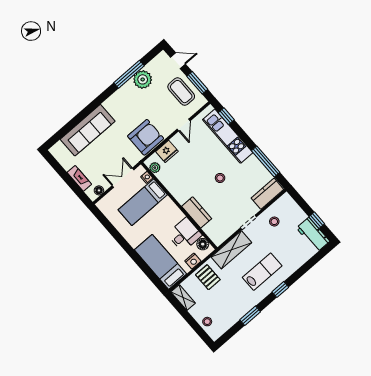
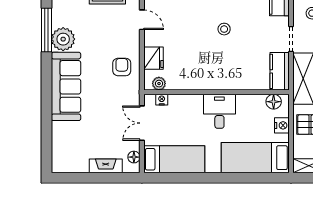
plant: (143, 79) -> (63, 39), moved
sofa: (88, 130) -> (66, 86), moved
armchair: (146, 137) -> (122, 67), width x0.53, depth x0.53
bed: (143, 202) -> (174, 159), moved, turned -90
kitchen counter: (197, 212) -> (280, 71), moved, turned -90
desk: (184, 235) -> (219, 111), moved

